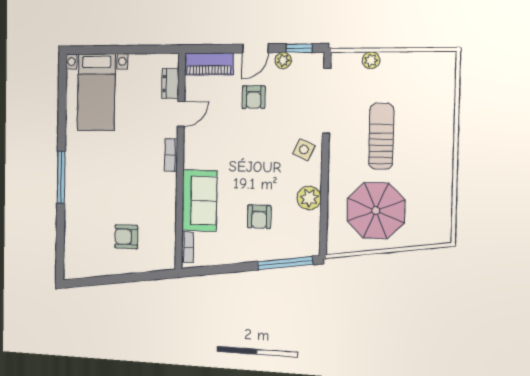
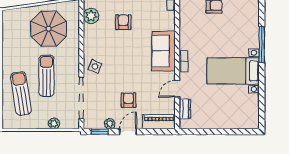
bed with nightstands: (96, 92) -> (233, 71), moved, turned -90
sun lounger: (424, 108) -> (21, 93), added
sun lounger: (381, 136) -> (46, 76), turned 180
plant: (309, 198) -> (91, 16), moved
sofa: (199, 201) -> (164, 51), moved

